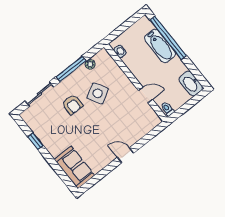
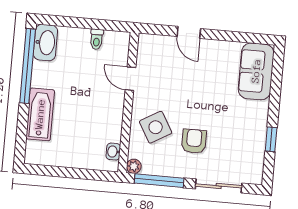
window: (168, 38) -> (28, 66), moved
washbasin: (120, 51) -> (113, 152), moved
wall: (136, 82) -> (128, 102), moved
door: (146, 95) -> (130, 79), moved

